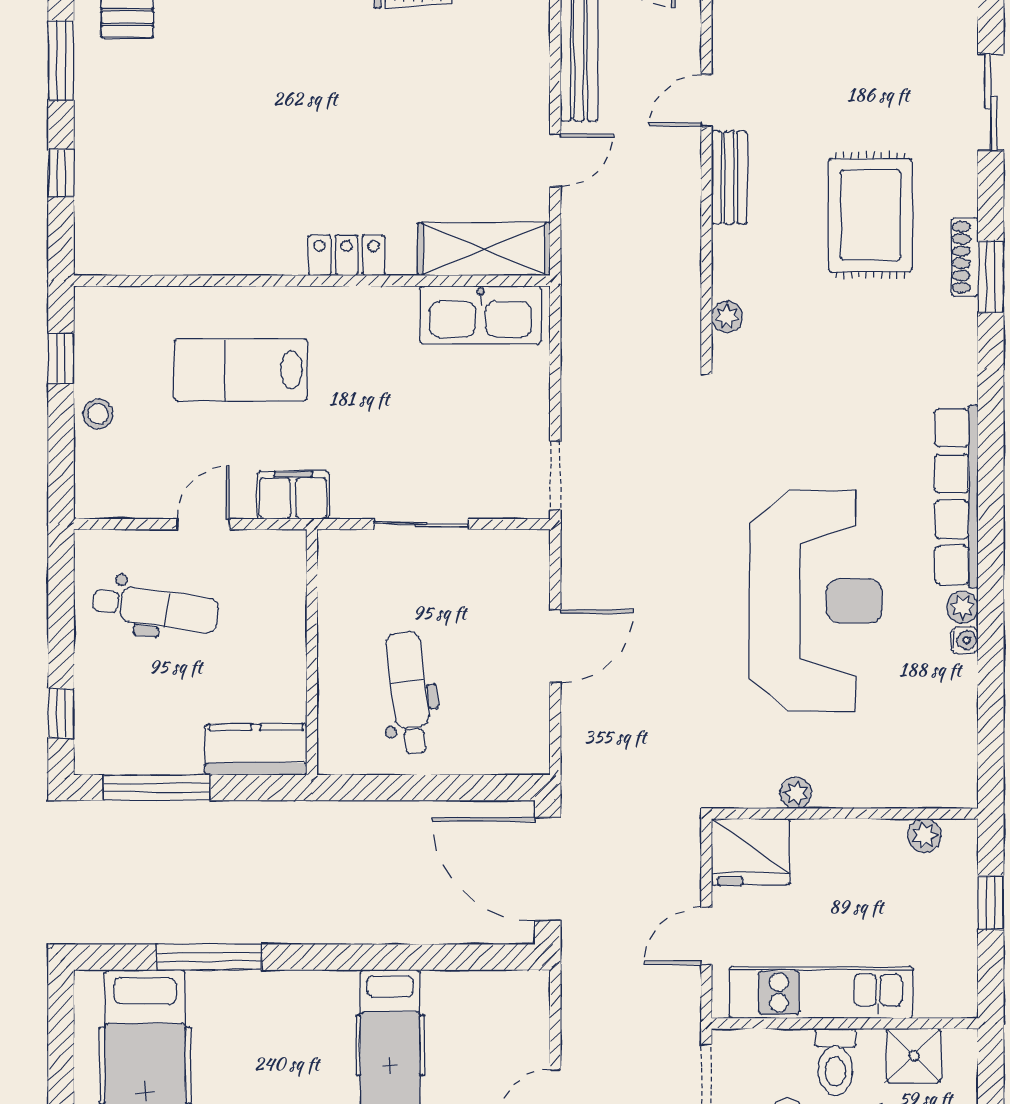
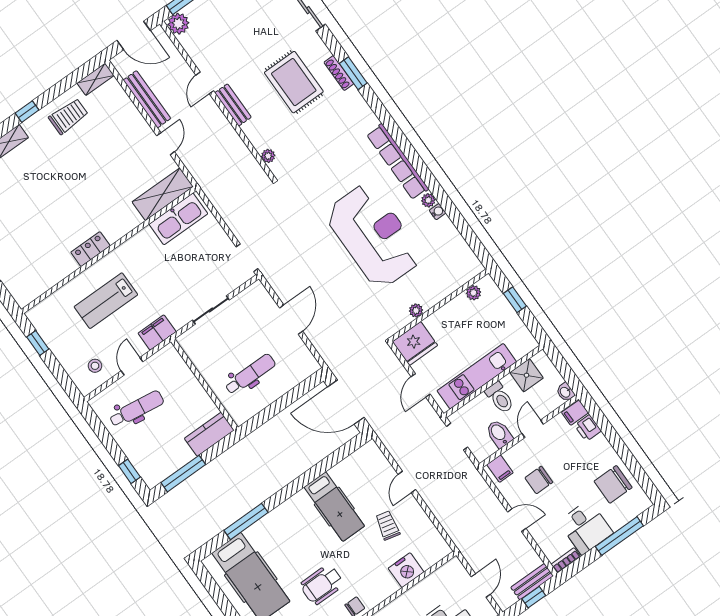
locker: (347, 255) -> (90, 249), moved
stool: (98, 414) -> (95, 366), moved
dental chair: (409, 693) -> (250, 374), turned 97

